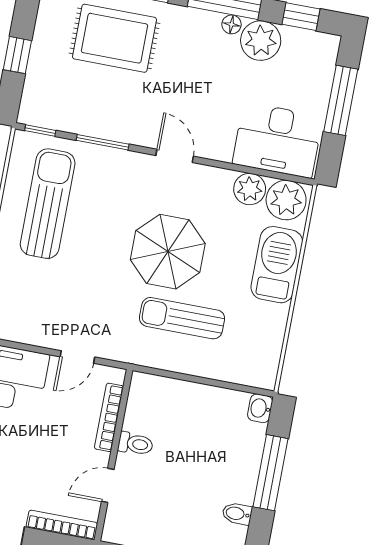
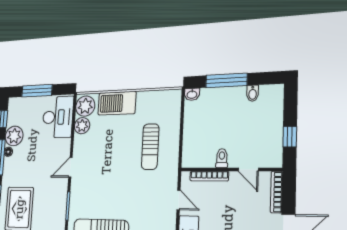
parasol: (168, 252) -> (117, 161), removed

